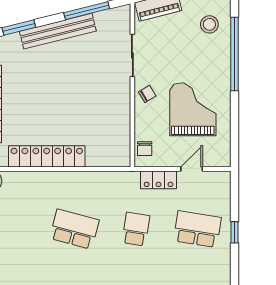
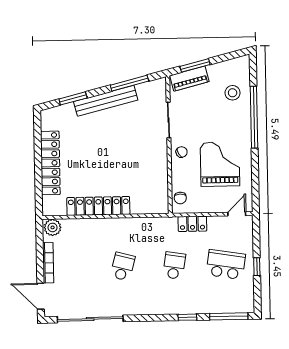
door: (192, 169) -> (237, 214), moved
school desk: (74, 229) -> (123, 266), width x0.54

